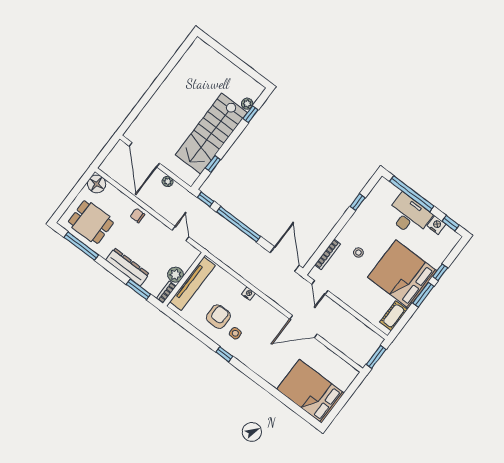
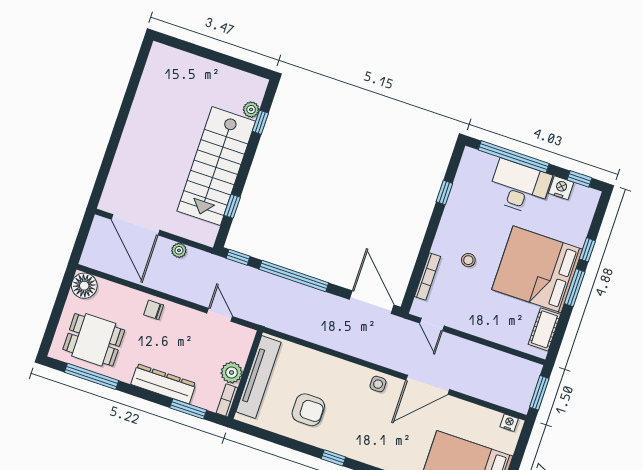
nightstand: (249, 294) -> (509, 423), moved
armchair: (218, 317) -> (308, 410), turned 90
side table: (235, 333) -> (378, 384), moved

